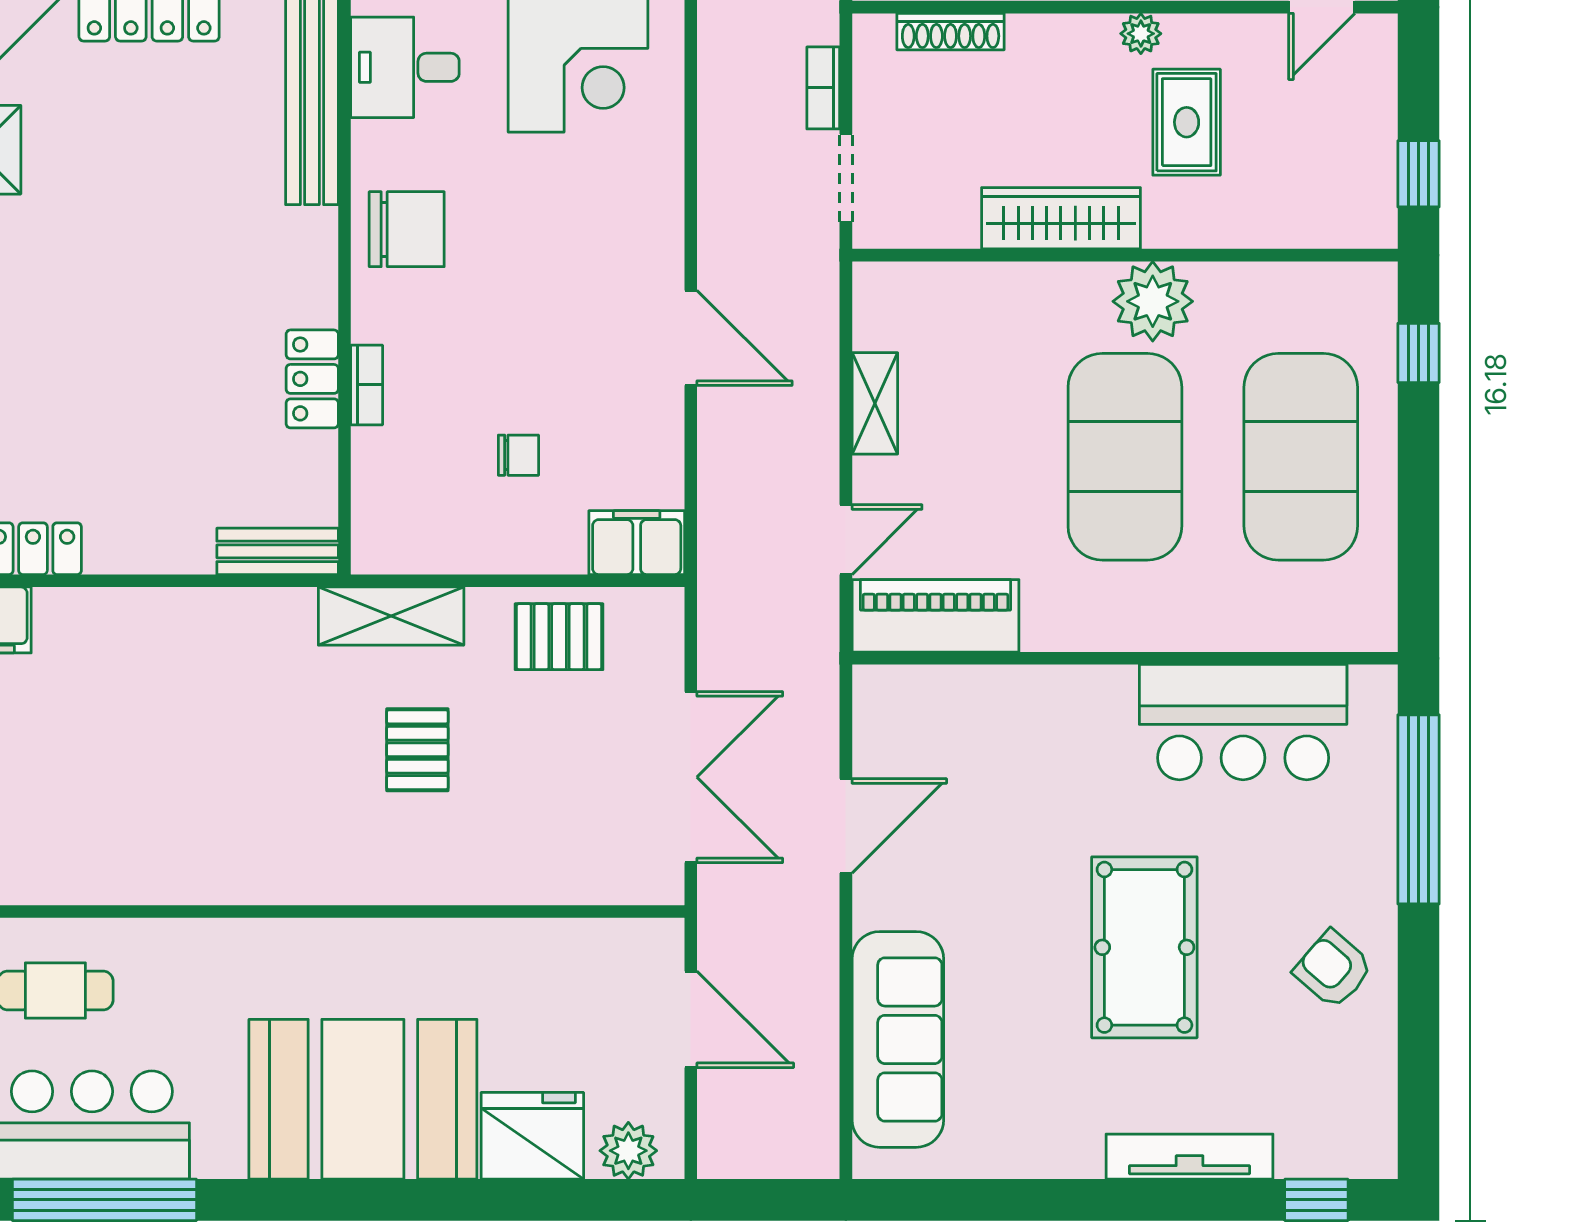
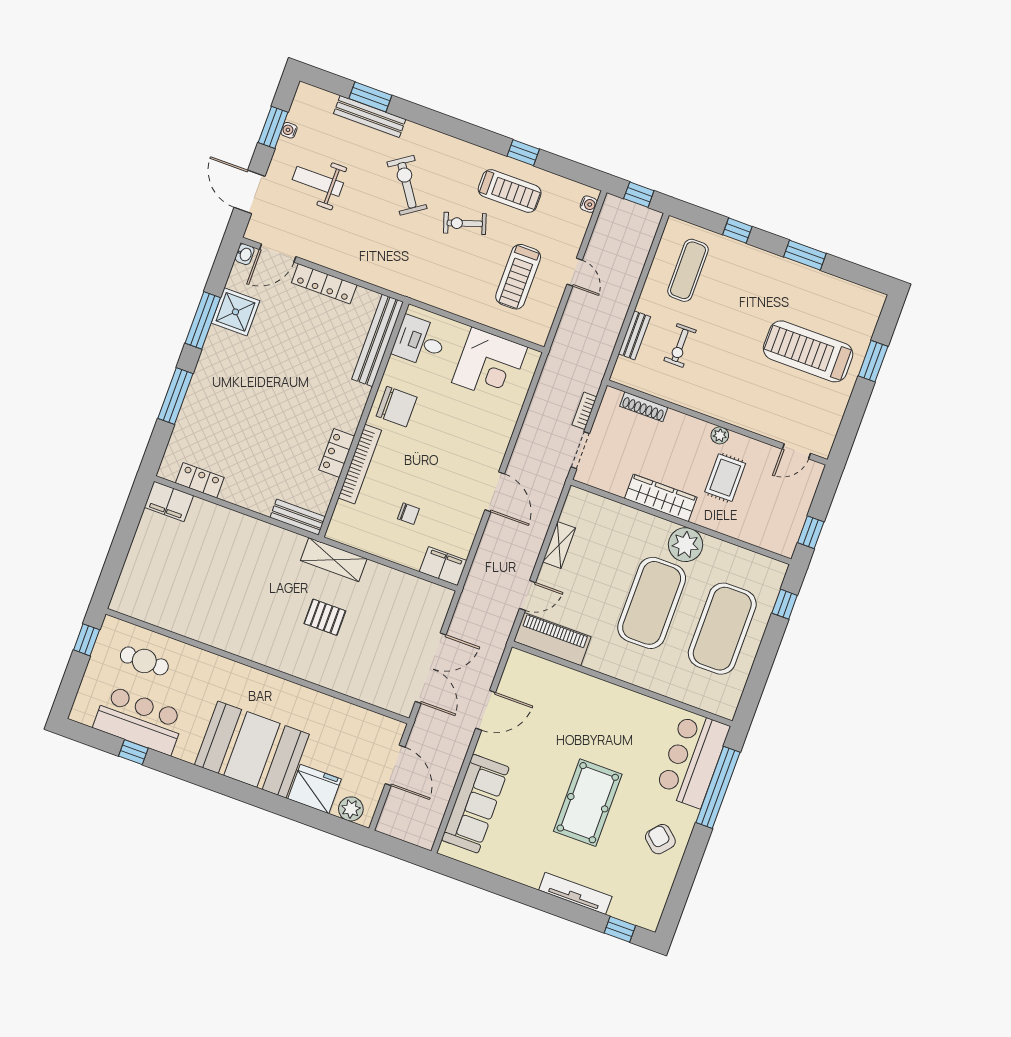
bookcase: (367, 385) -> (360, 464), width x2.31, depth x1.31
pallet: (559, 637) -> (398, 592), removed
bar counter: (1243, 722) -> (692, 759), moved, turned 90
pallet: (417, 750) -> (325, 617), turned 90
window: (104, 1200) -> (133, 752), width x0.32

